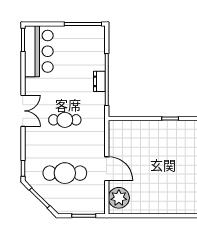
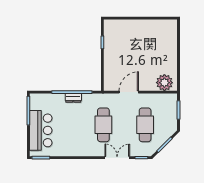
bar counter: (39, 51) -> (41, 130), moved, turned 90
double door: (23, 111) -> (117, 158), moved
cafe table: (65, 120) -> (103, 125), width x1.37, depth x1.35
door: (107, 169) -> (129, 92), moved

